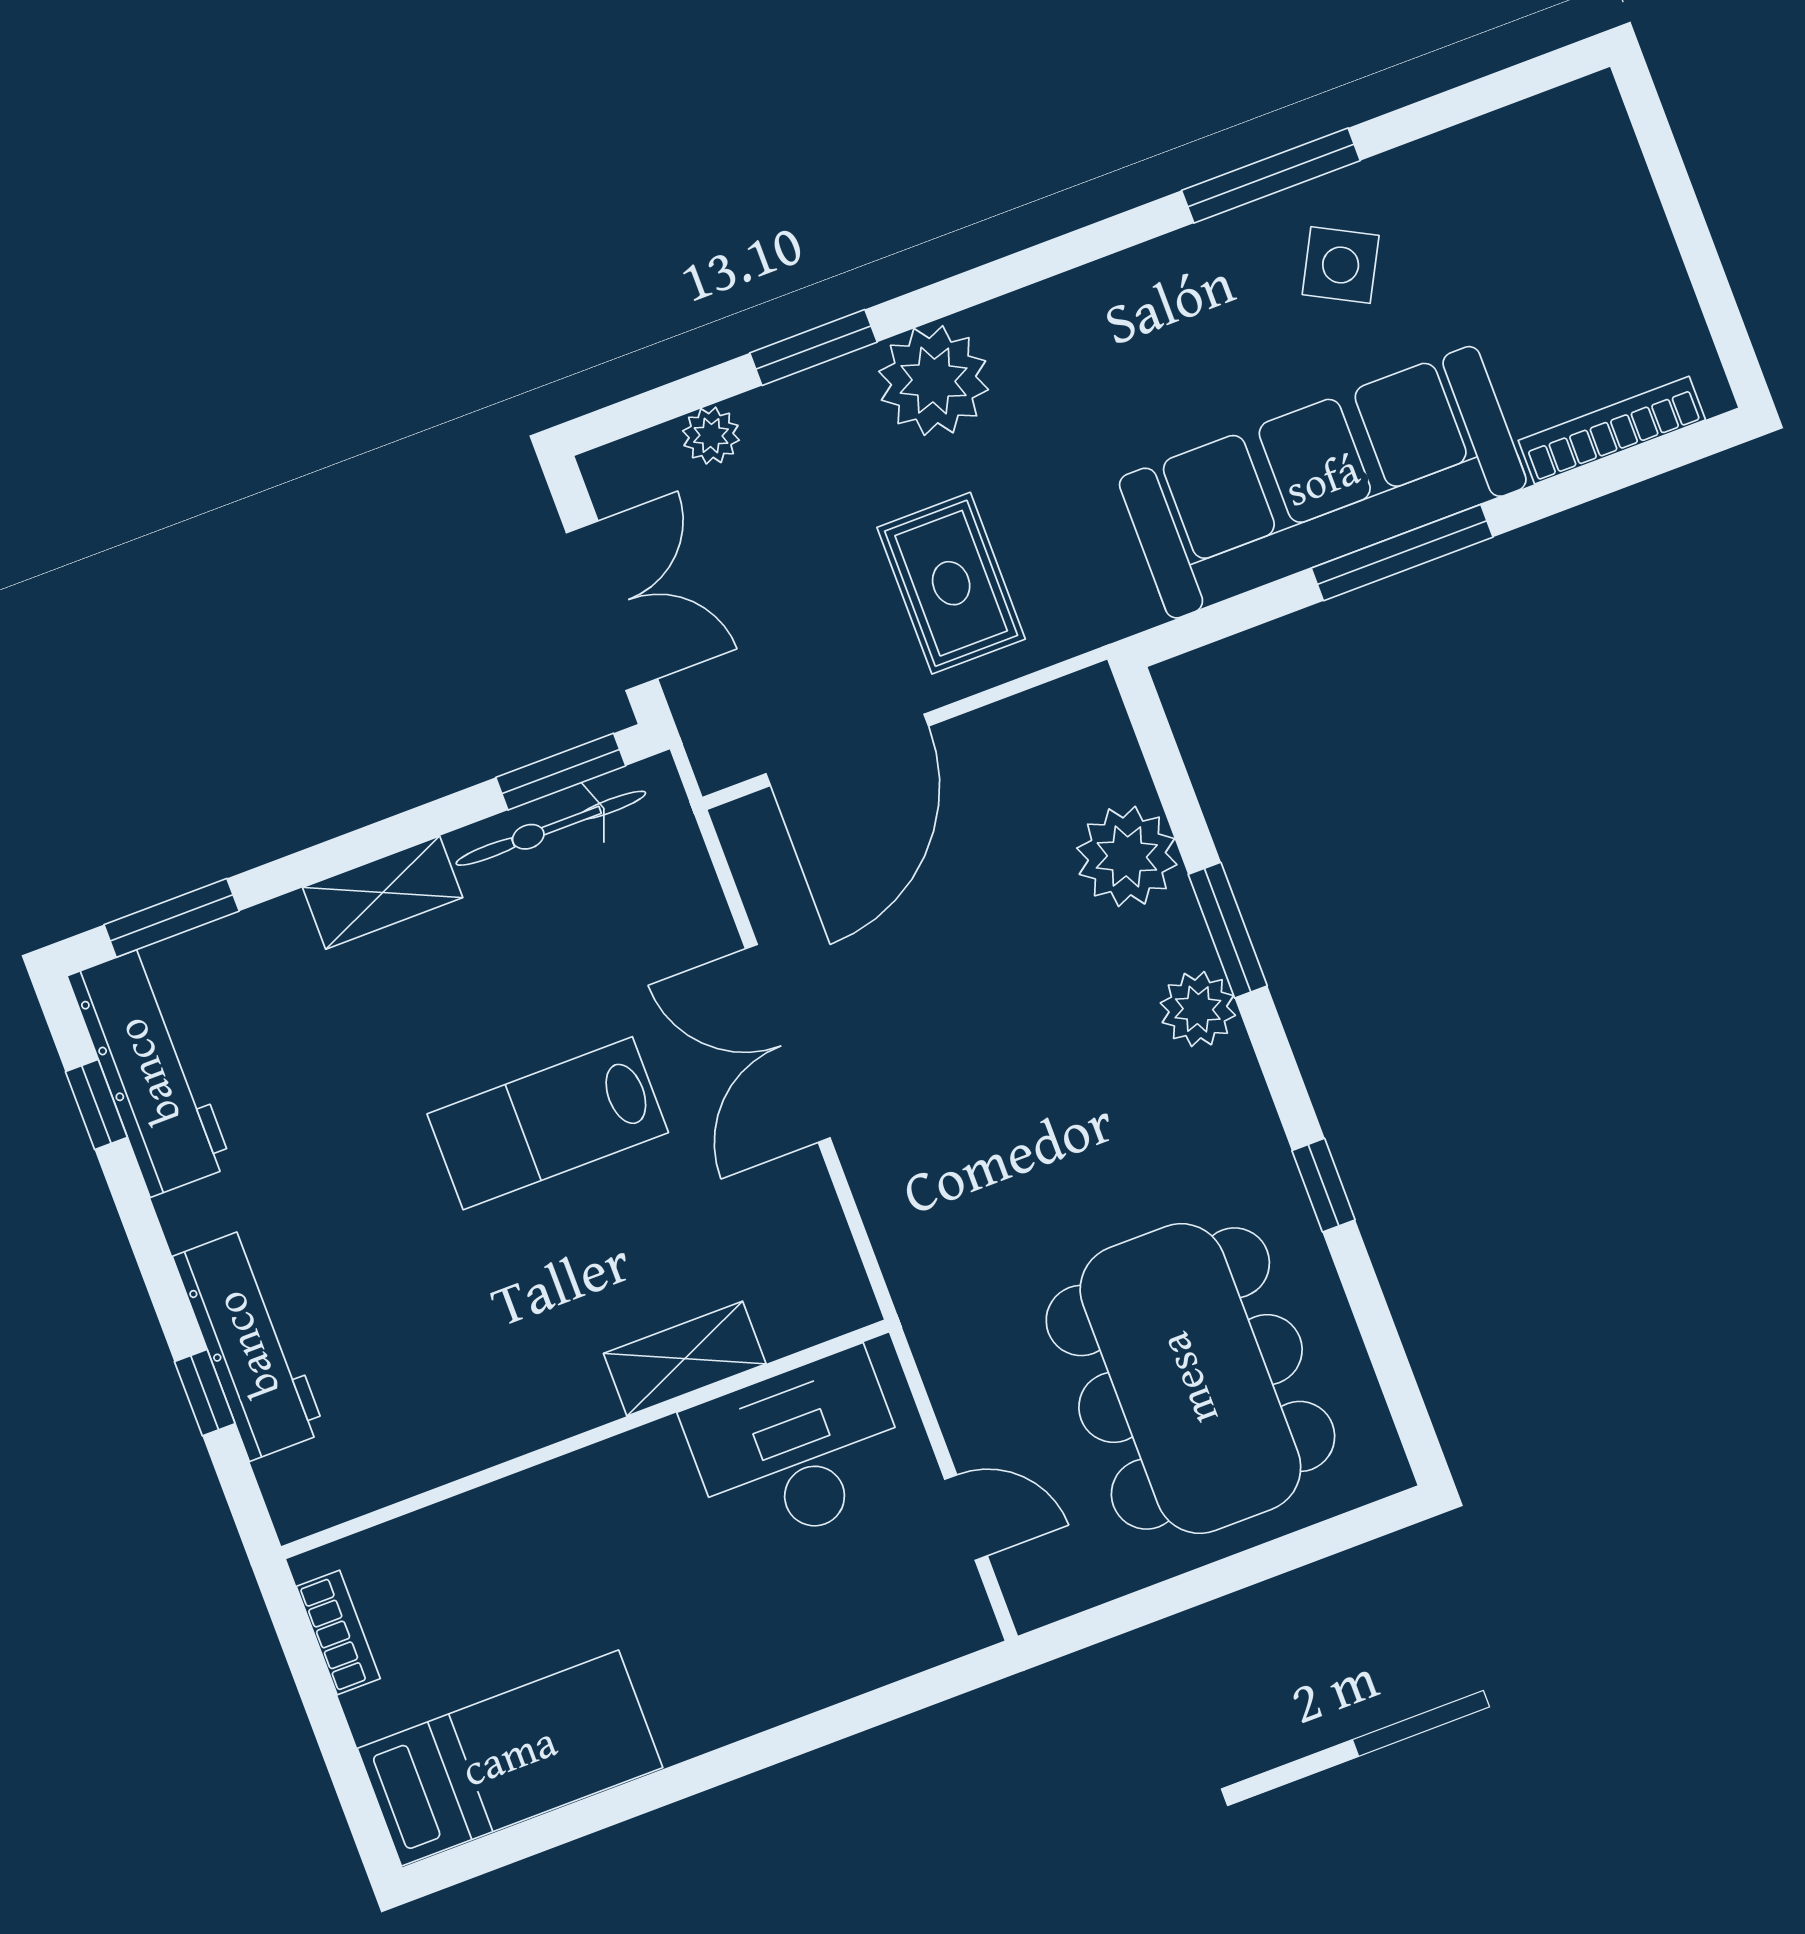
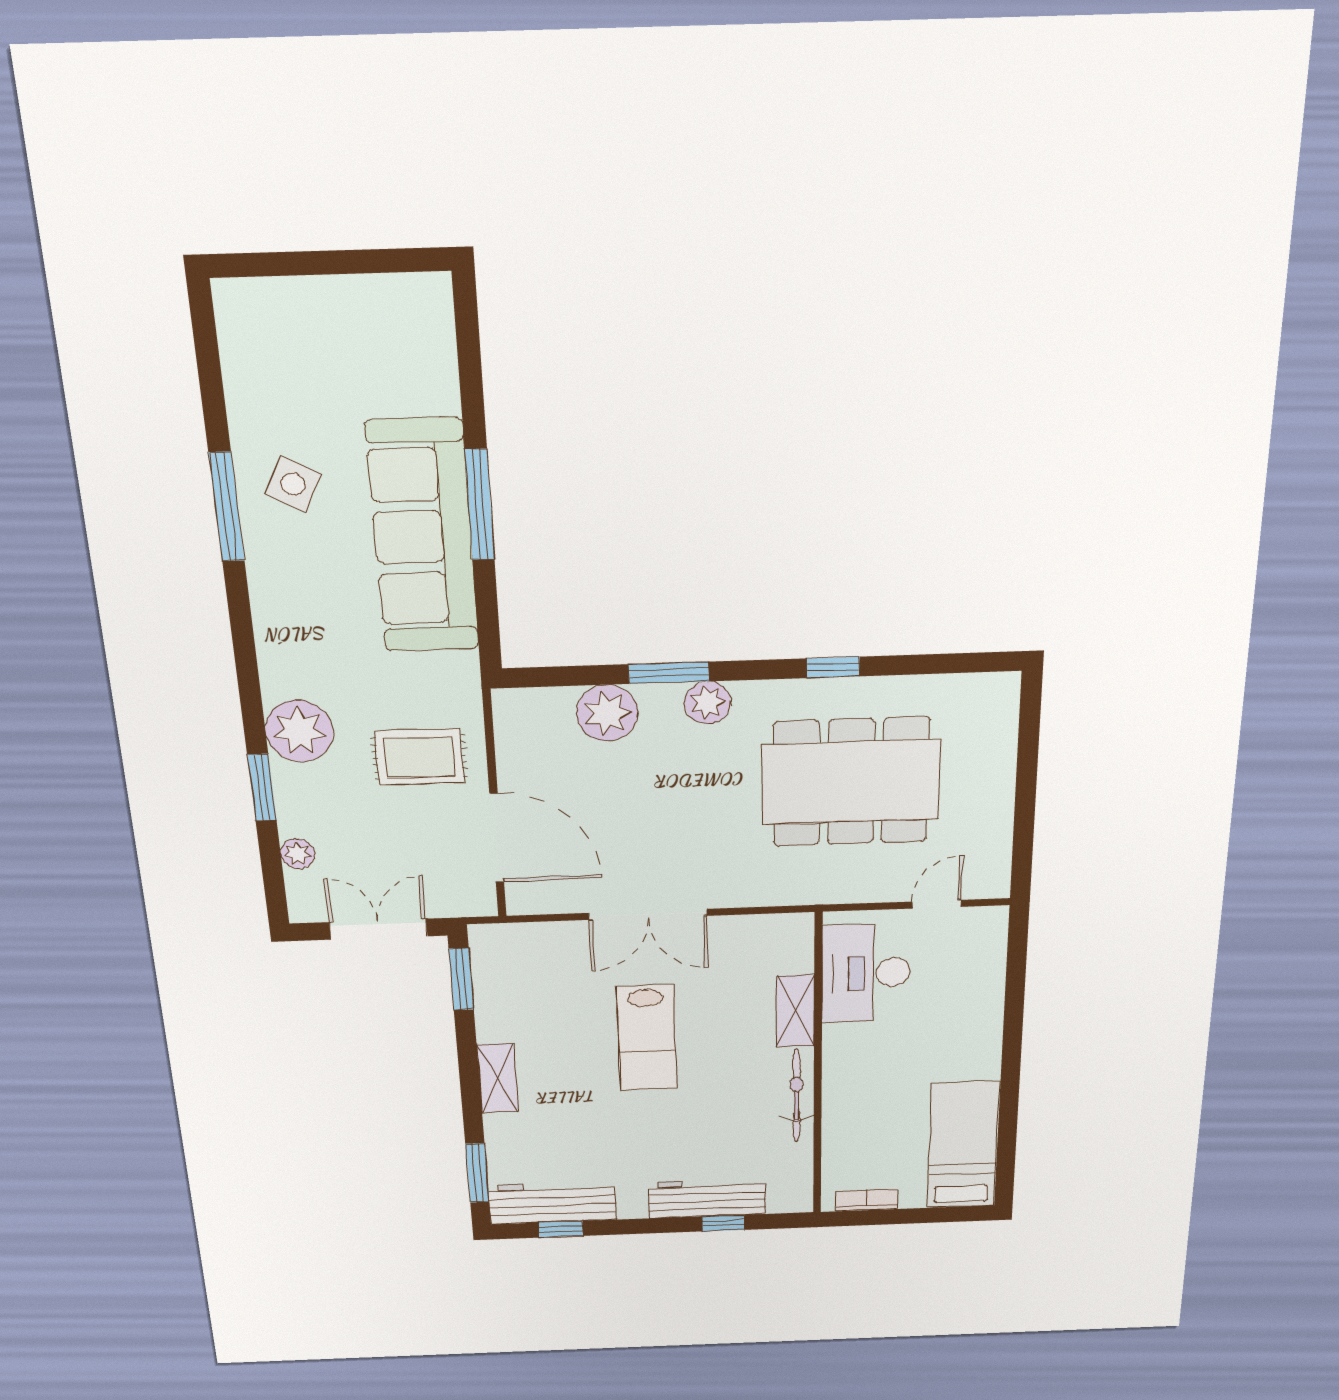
bookcase: (1612, 430) -> (442, 355), removed
bicycle: (551, 828) -> (796, 1096), moved, turned 180
dining table: (1190, 1378) -> (851, 782), moved

